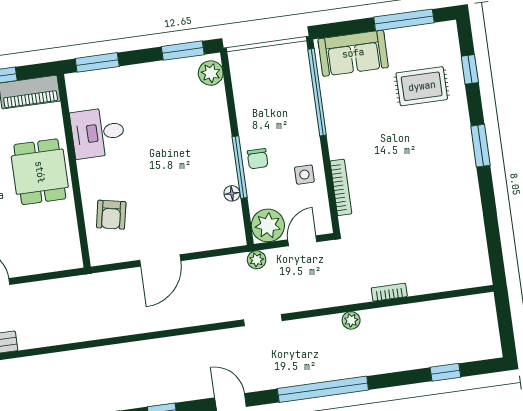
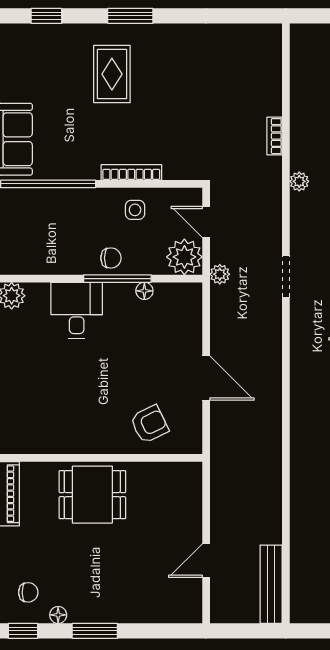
rug: (422, 86) -> (112, 74), moved
desk: (98, 133) -> (77, 310), moved, turned 180
bookcase: (341, 187) -> (131, 172), moved
armchair: (111, 215) -> (149, 424), turned -37

